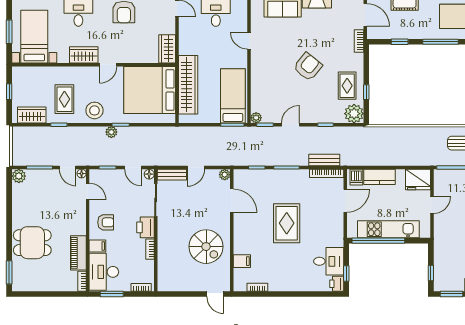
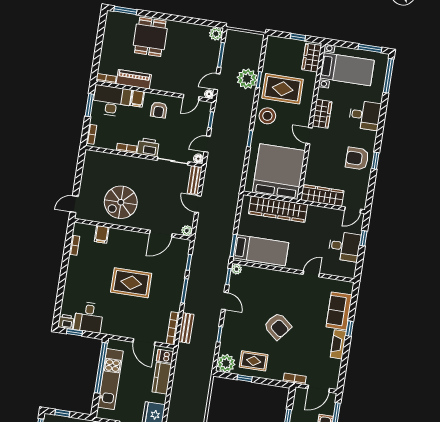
window: (9, 32) -> (370, 48), moved
wardrobe: (167, 49) -> (322, 195), width x1.50
rug: (64, 99) -> (283, 89), width x1.36, depth x1.43
wardrobe: (32, 115) -> (312, 58), moved, turned 180
plant: (111, 132) -> (247, 79), moved, width x1.87, depth x1.87

